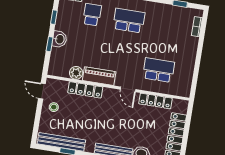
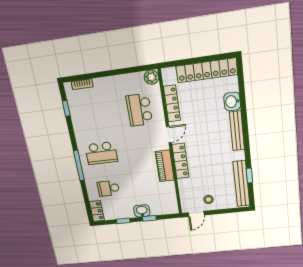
school desk: (129, 21) -> (101, 153), turned -90
plant: (76, 73) -> (151, 77), moved
locker: (85, 90) -> (180, 161), moved

